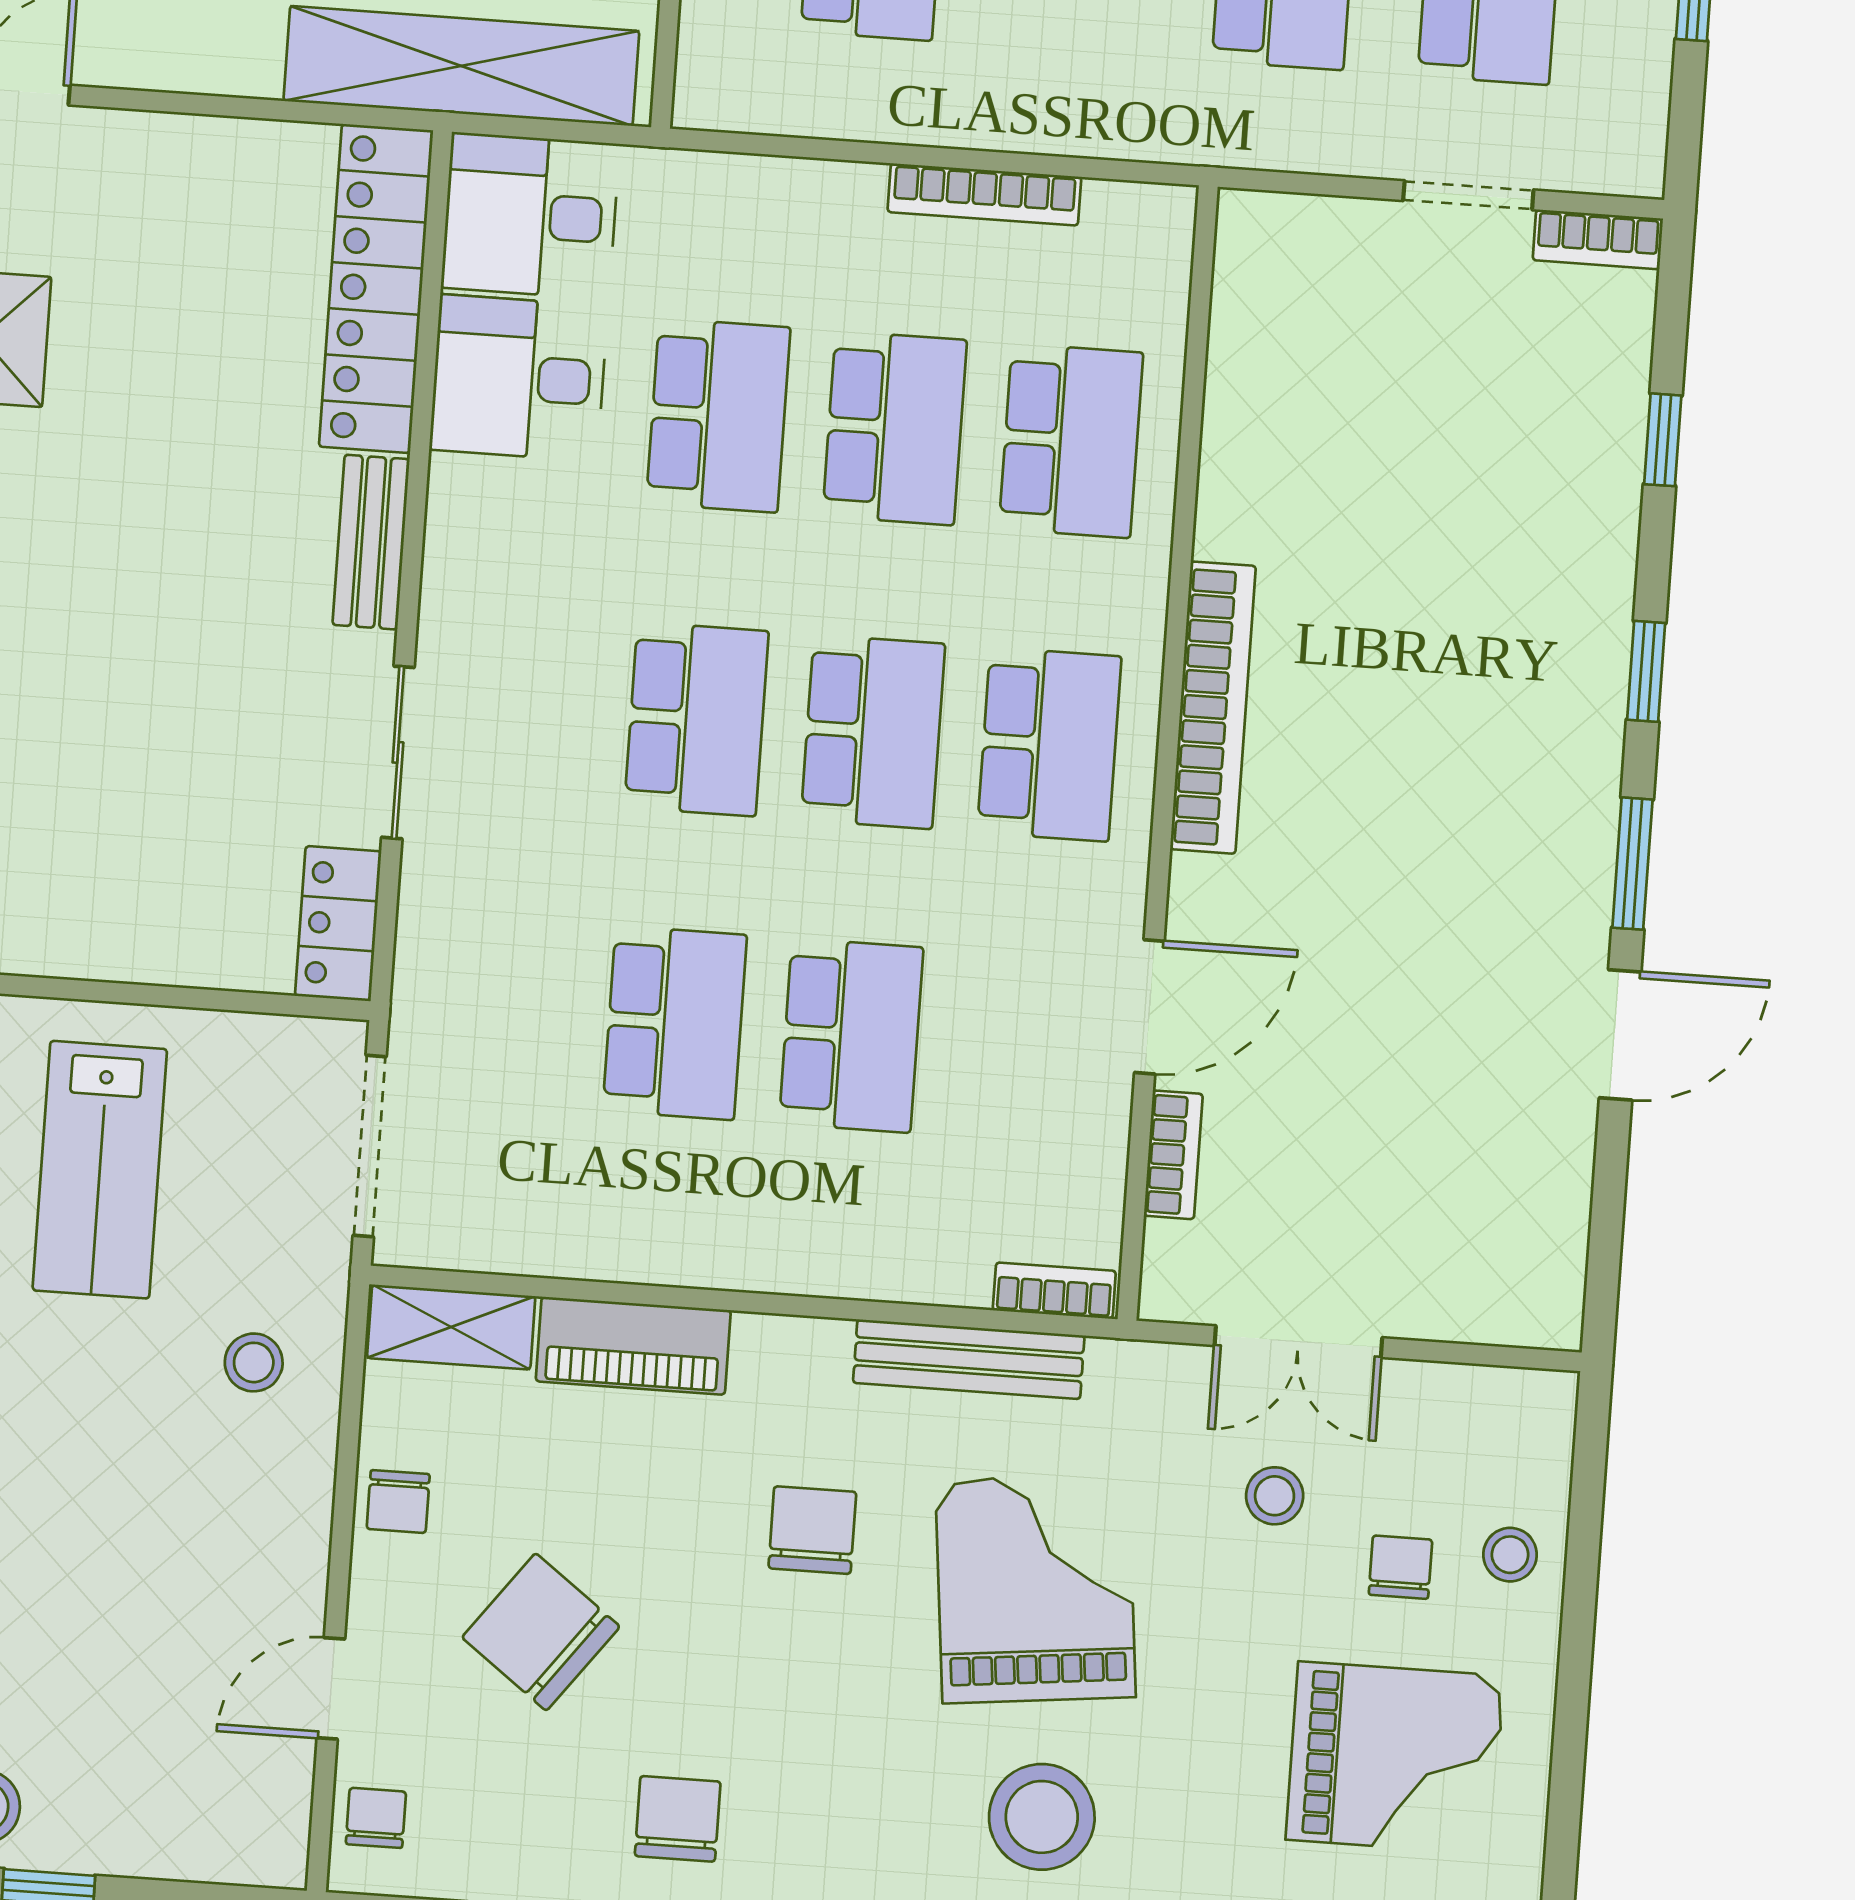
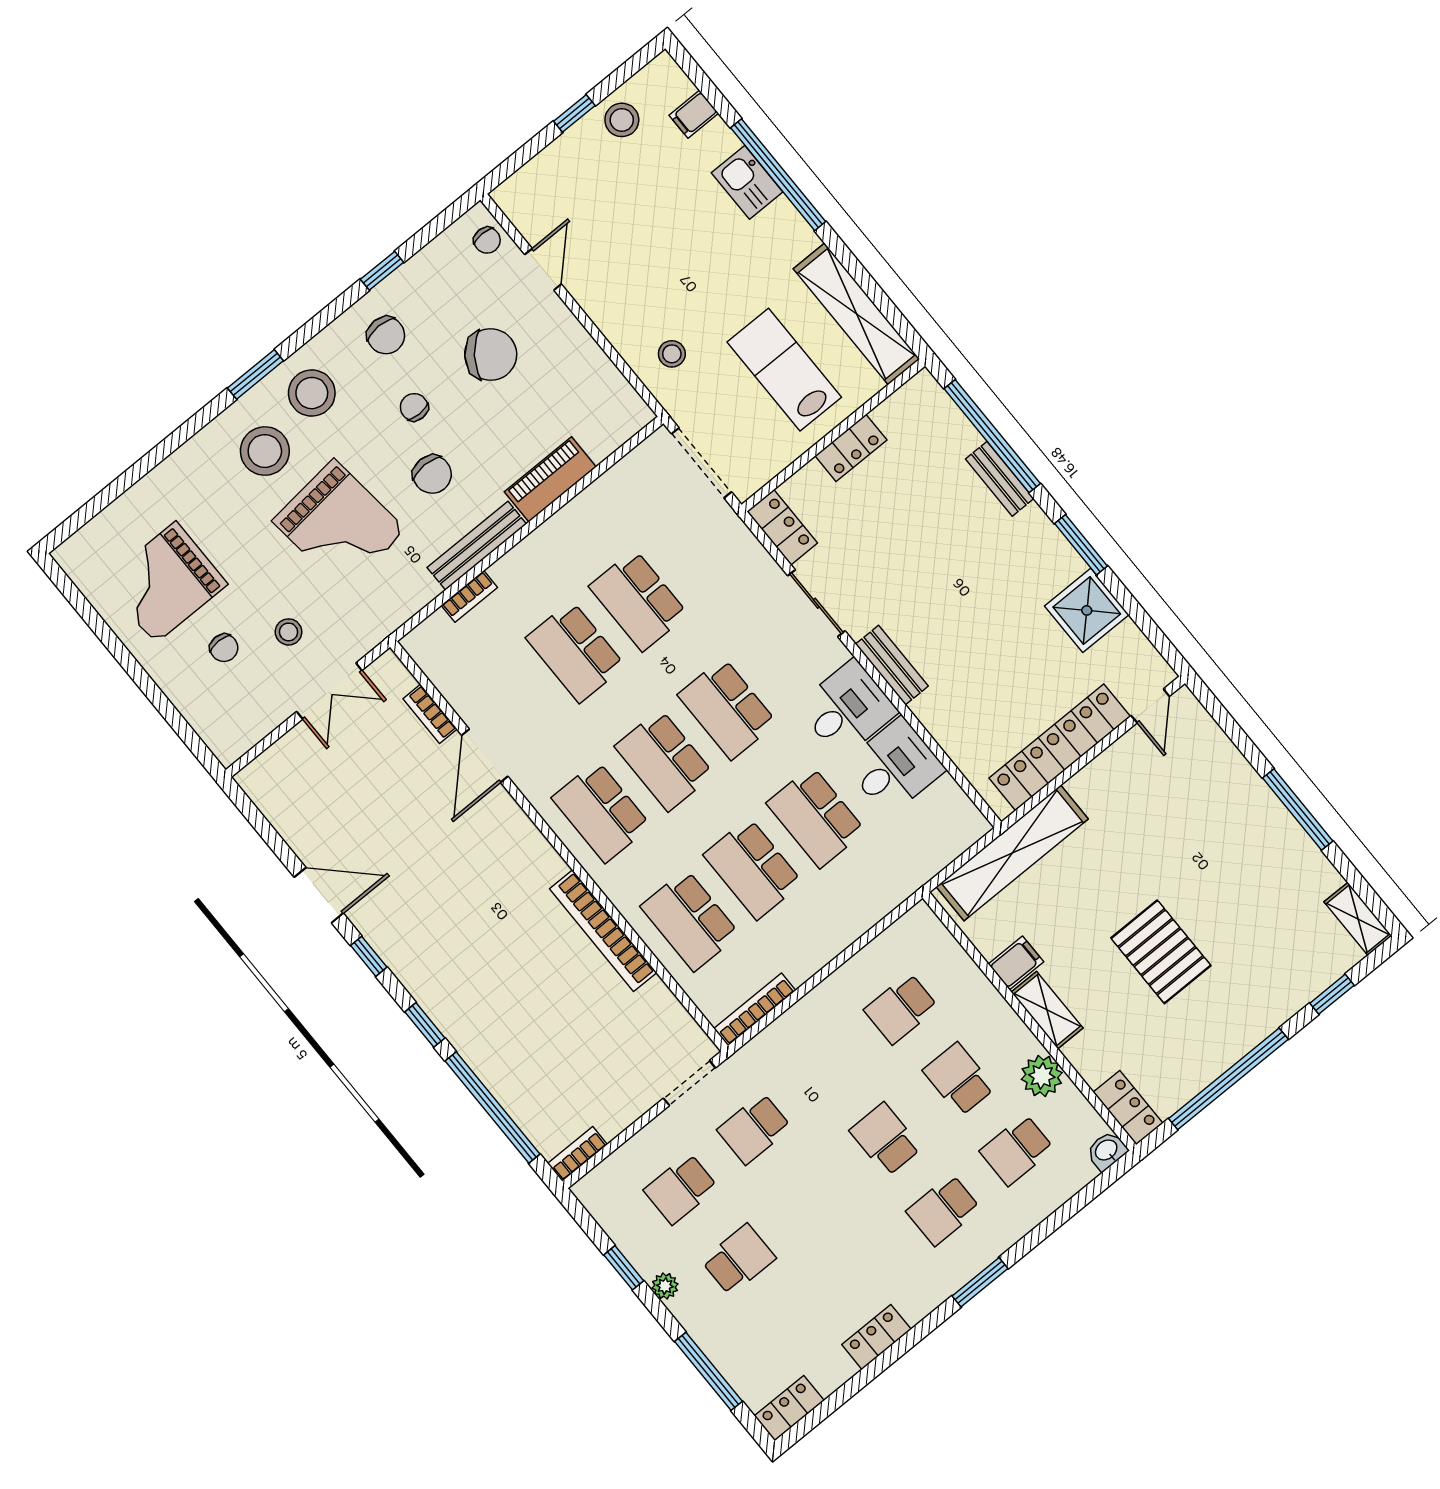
bookcase: (984, 194) -> (755, 1009), moved
doorway: (1468, 195) -> (689, 1083), moved
desk: (530, 216) -> (847, 709), moved
locker: (376, 288) -> (1060, 747), moved, turned -90
window: (1663, 440) -> (493, 1108), width x3.17
bookcase: (1213, 708) -> (603, 931), moved
window: (1632, 864) -> (369, 956), width x0.67
locker: (111, 946) -> (851, 448), added
door: (1620, 1035) -> (319, 895), swing flipped
bookcase: (1054, 1291) -> (469, 596), moved
shelving: (451, 1327) -> (617, 428), removed
double door: (1298, 1342) -> (329, 691), swing flipped
bench: (969, 1359) -> (477, 546), moved
chair: (398, 1502) -> (414, 407), moved
stool: (1510, 1555) -> (312, 393), moved, width x1.89, depth x1.89

